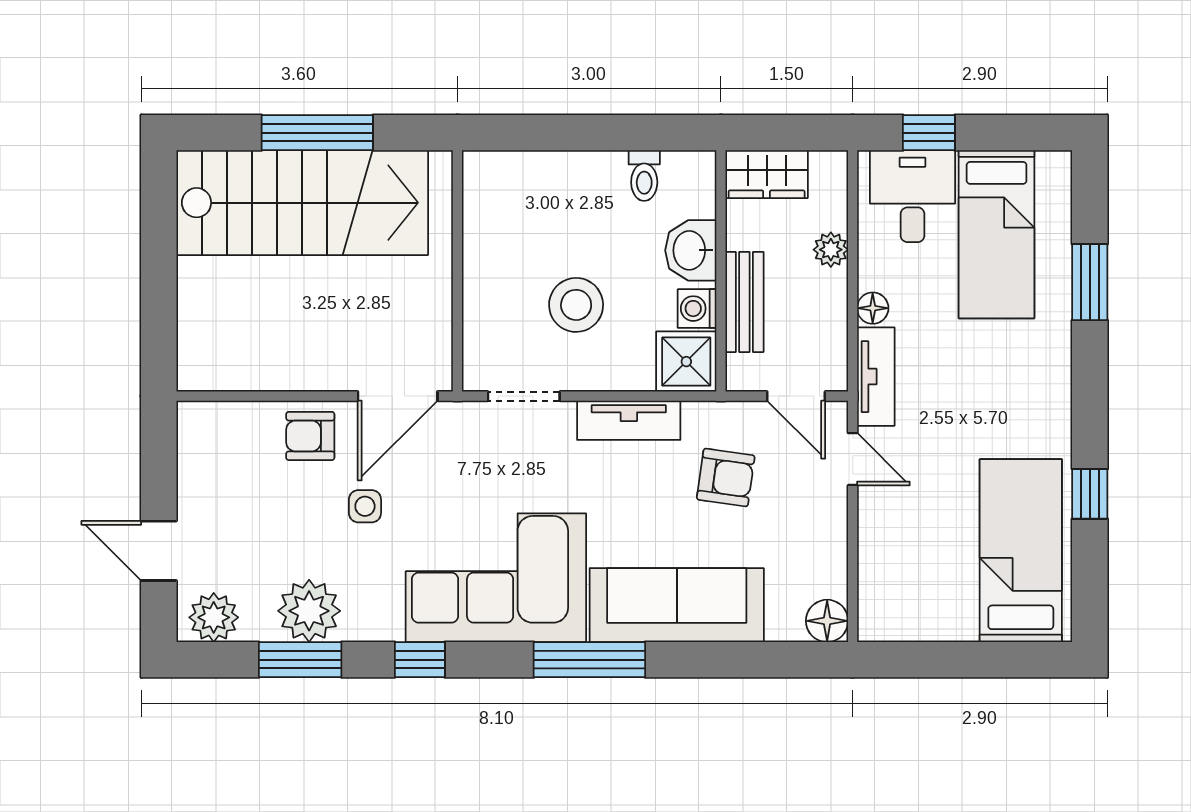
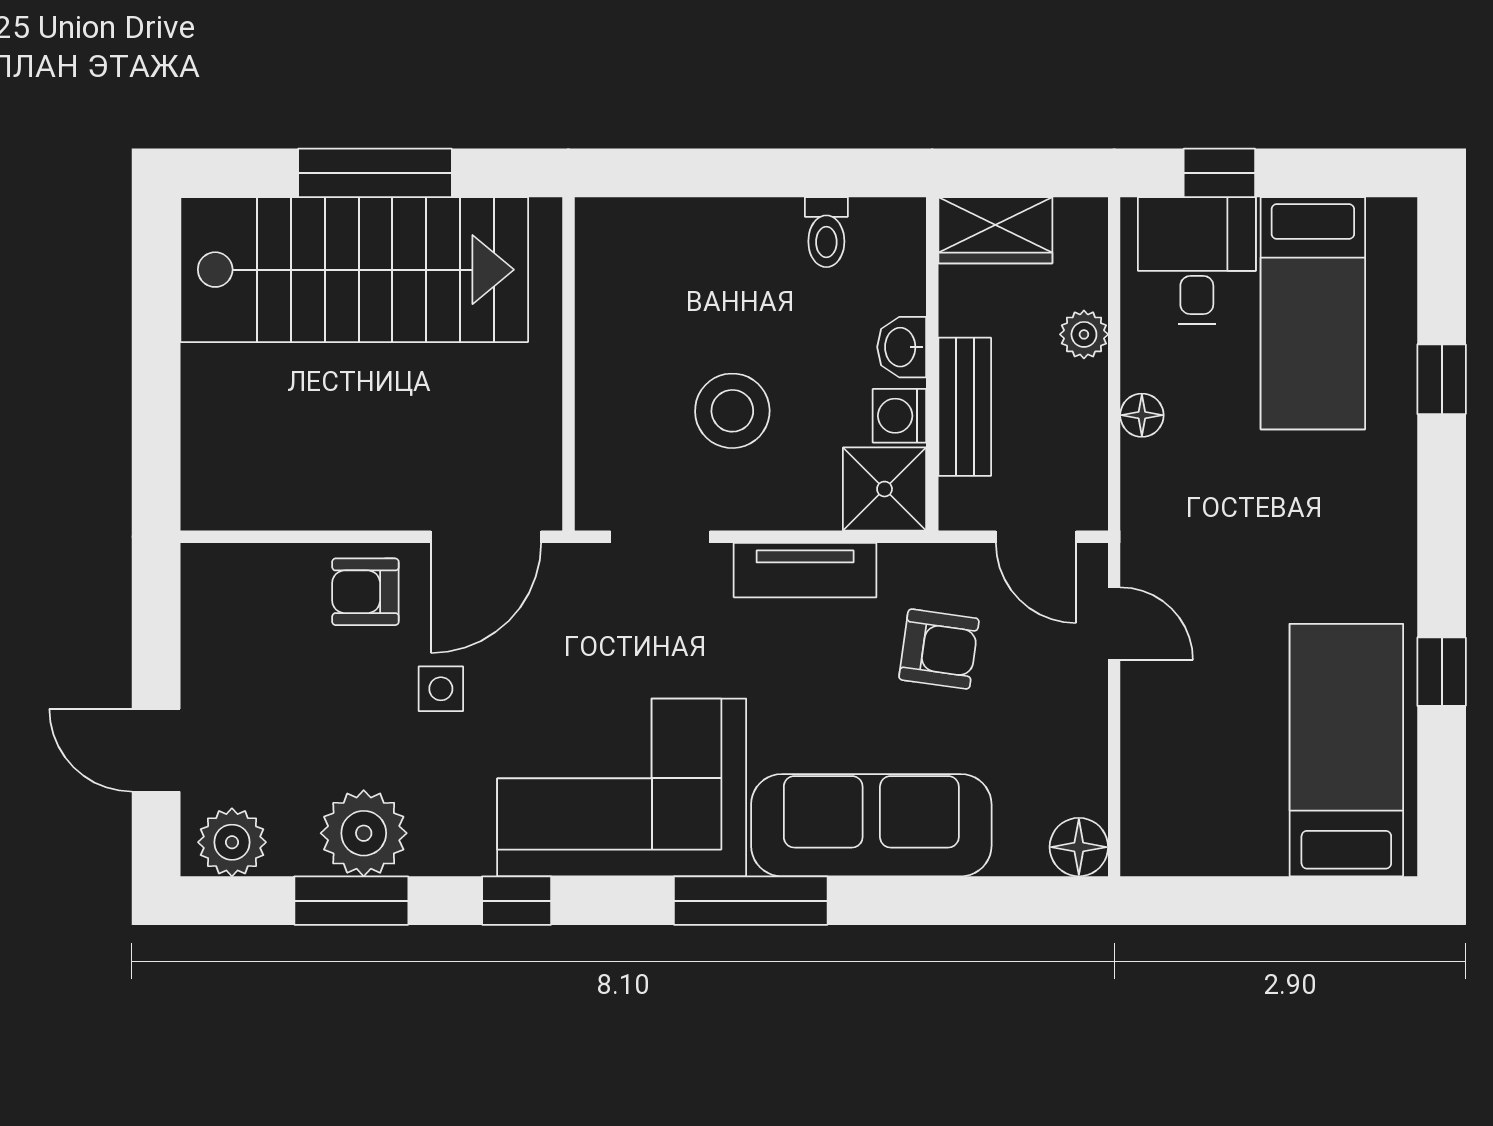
washbasin: (691, 250) -> (902, 347), width x0.72, depth x0.69
window: (1090, 282) -> (1442, 379), width x0.67
tv unit: (876, 377) -> (1146, 510), removed

